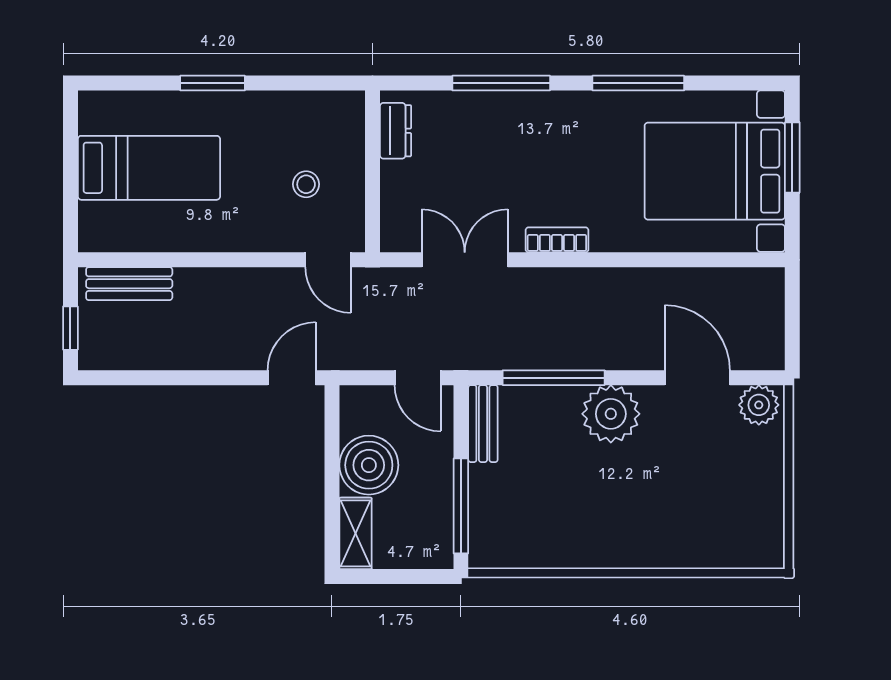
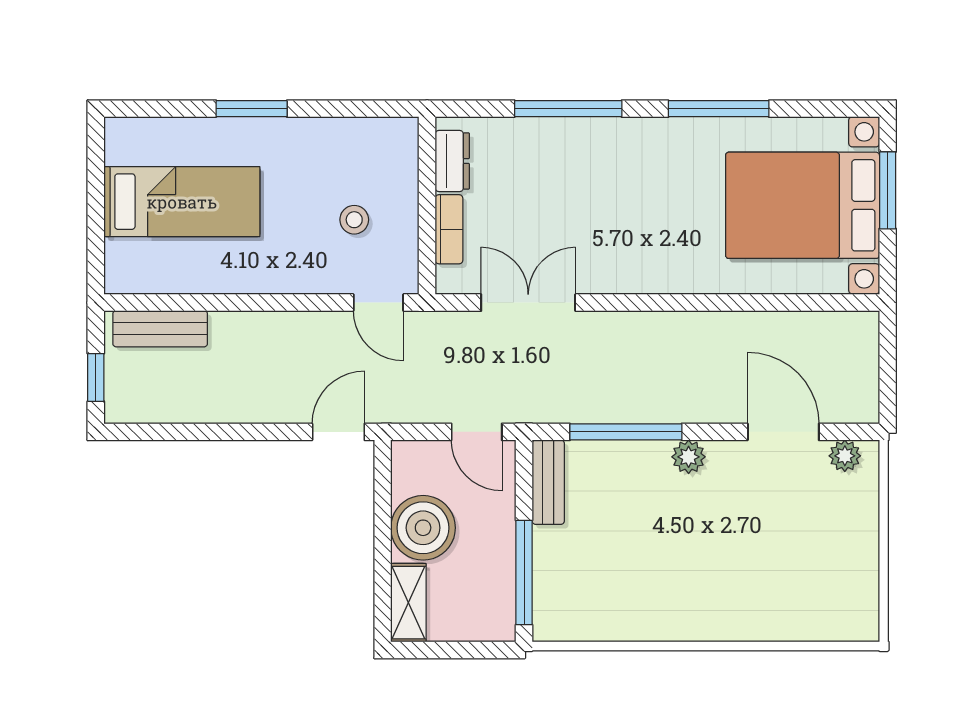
bookcase: (557, 240) -> (449, 229), moved, turned 90
plant: (759, 405) -> (845, 456), width x0.73, depth x0.73
plant: (611, 414) -> (689, 457), width x0.53, depth x0.53

